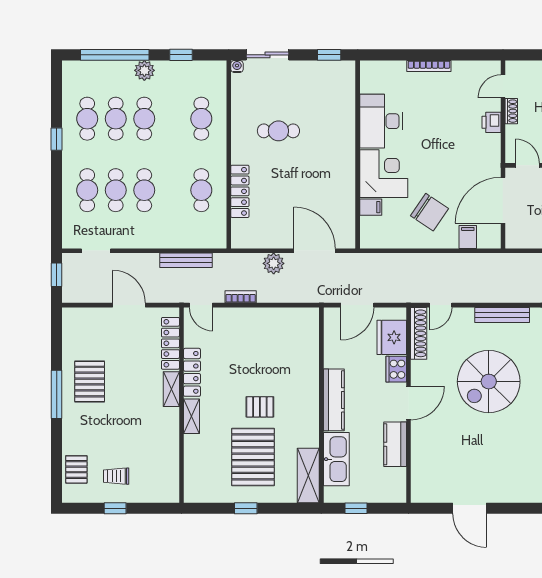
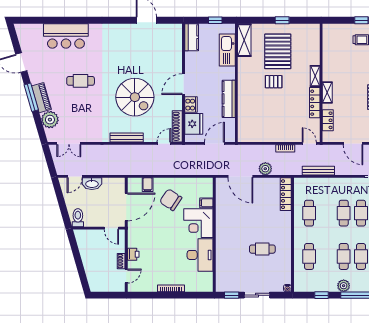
sliding door: (267, 55) -> (257, 295), moved
locker: (240, 191) -> (286, 194), moved
locker: (170, 343) -> (328, 120), width x0.66
spiral stairs: (489, 382) -> (135, 97), turned 90
kitchen counter: (334, 400) -> (229, 99), moved
kitchen counter: (395, 444) -> (192, 37), moved

